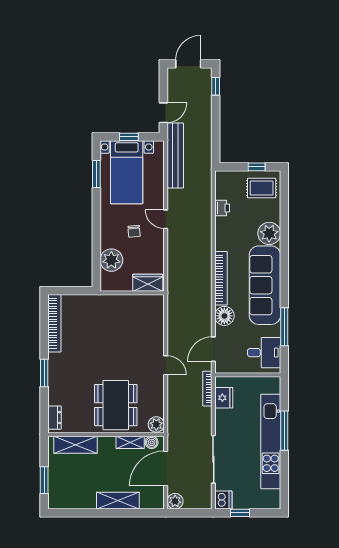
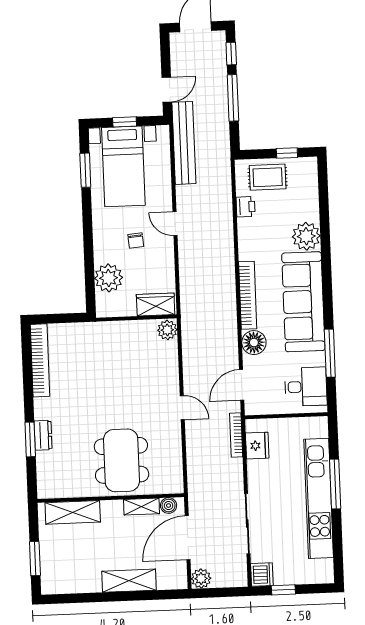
window: (216, 121) -> (233, 98), added
rug: (262, 188) -> (268, 177), moved
window: (44, 373) -> (30, 439), moved
dresser: (54, 418) -> (43, 435), moved
plant: (156, 424) -> (167, 330), moved

